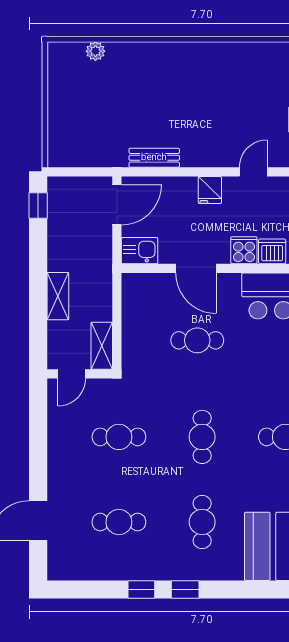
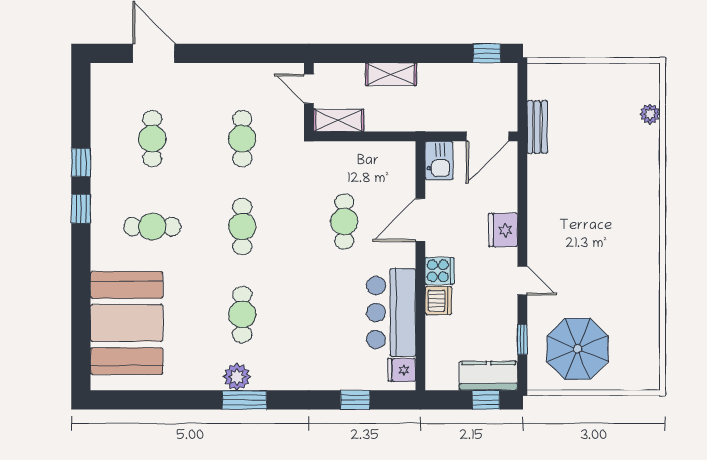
bench: (154, 158) -> (537, 127), moved
fridge: (210, 190) -> (503, 230), width x1.38
door: (117, 205) -> (488, 136), hinge flipped
cafe table: (202, 437) -> (242, 227), turned 90

